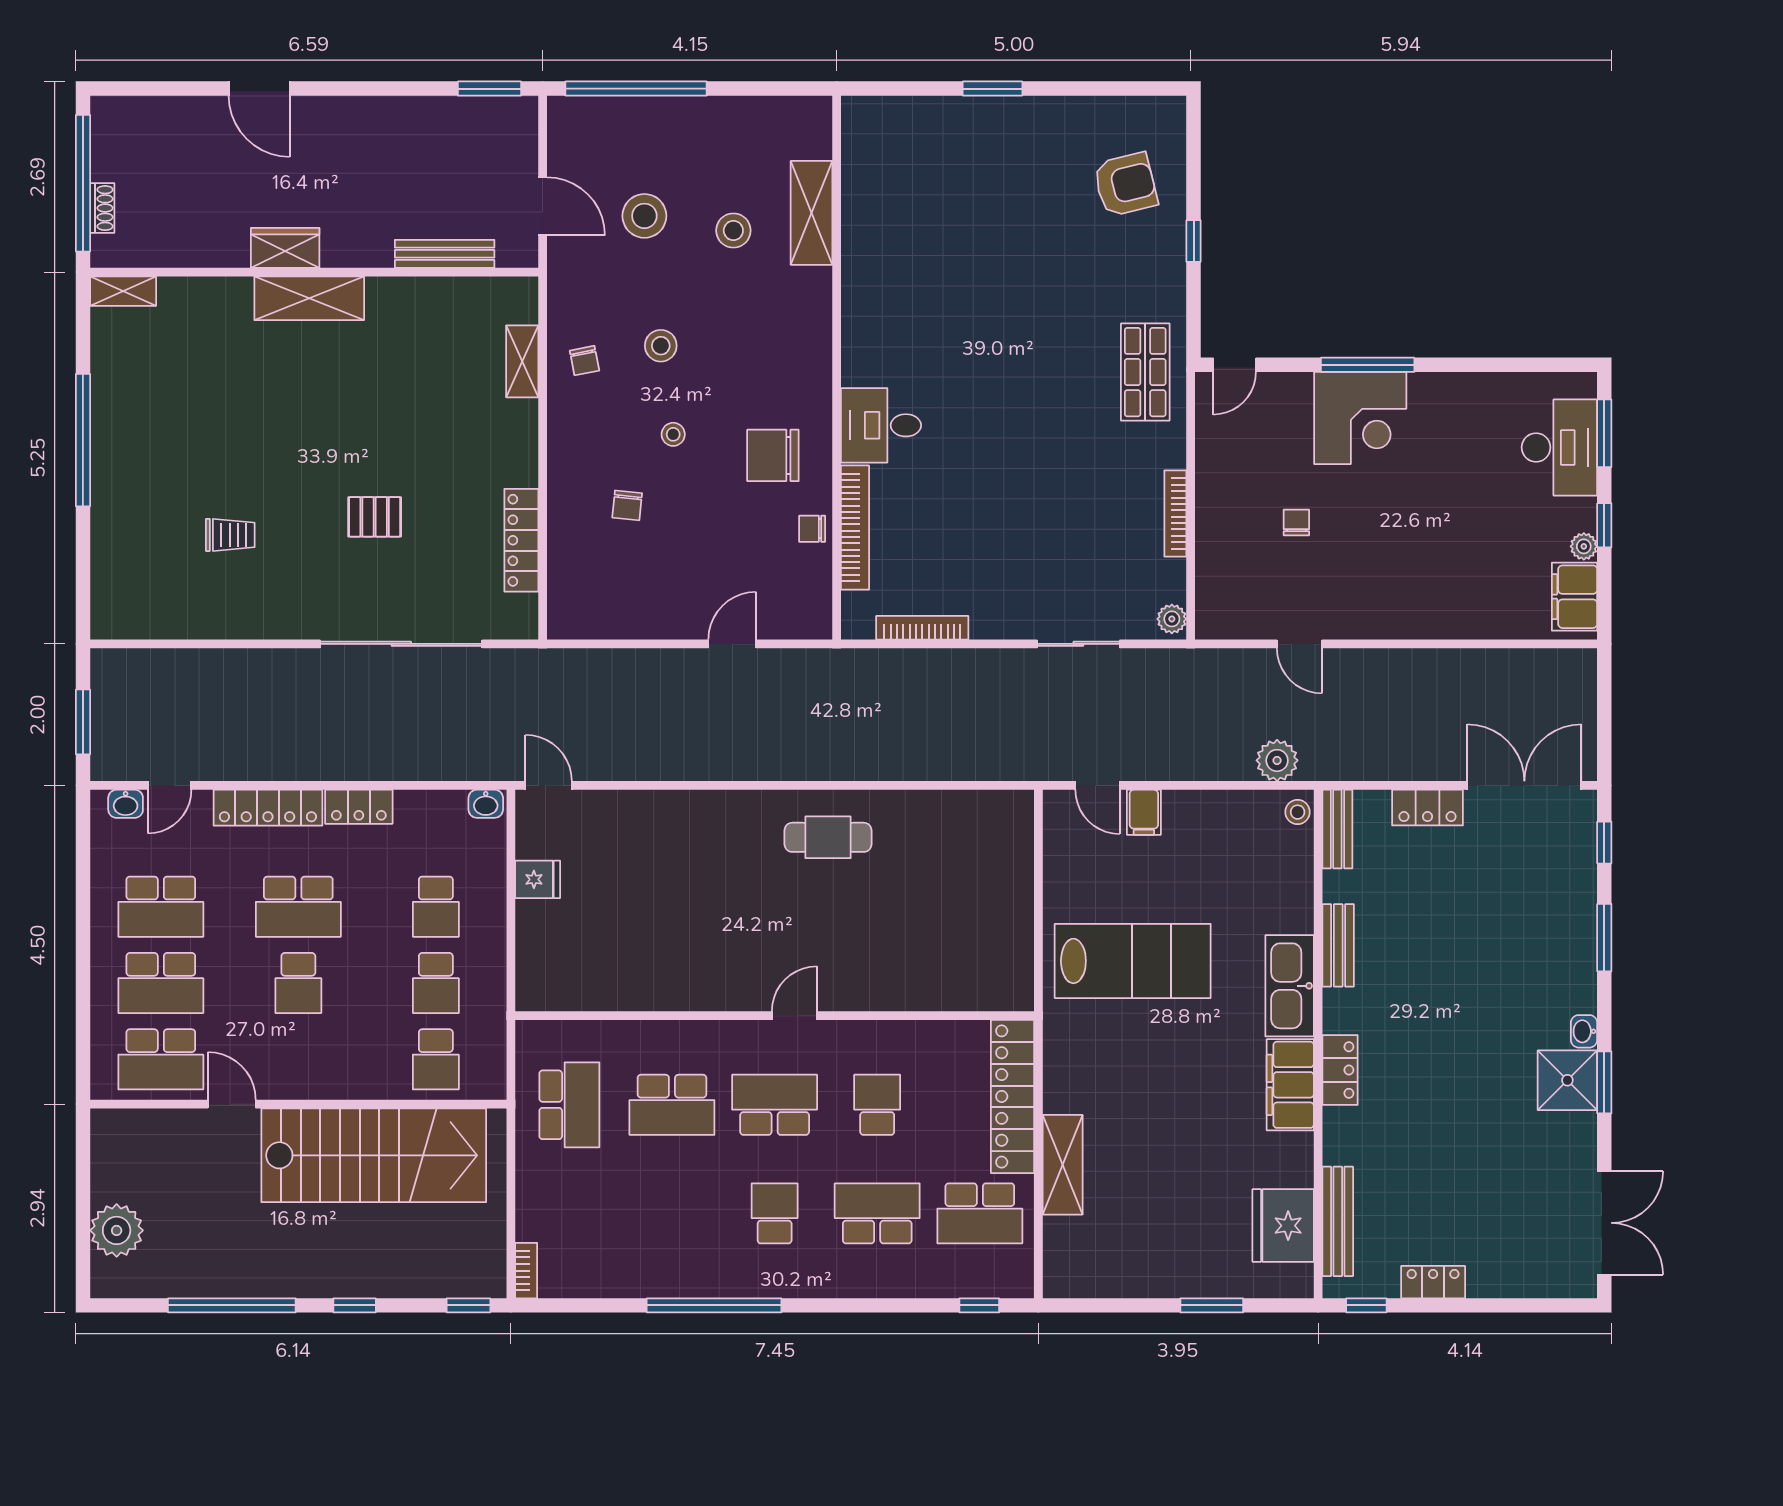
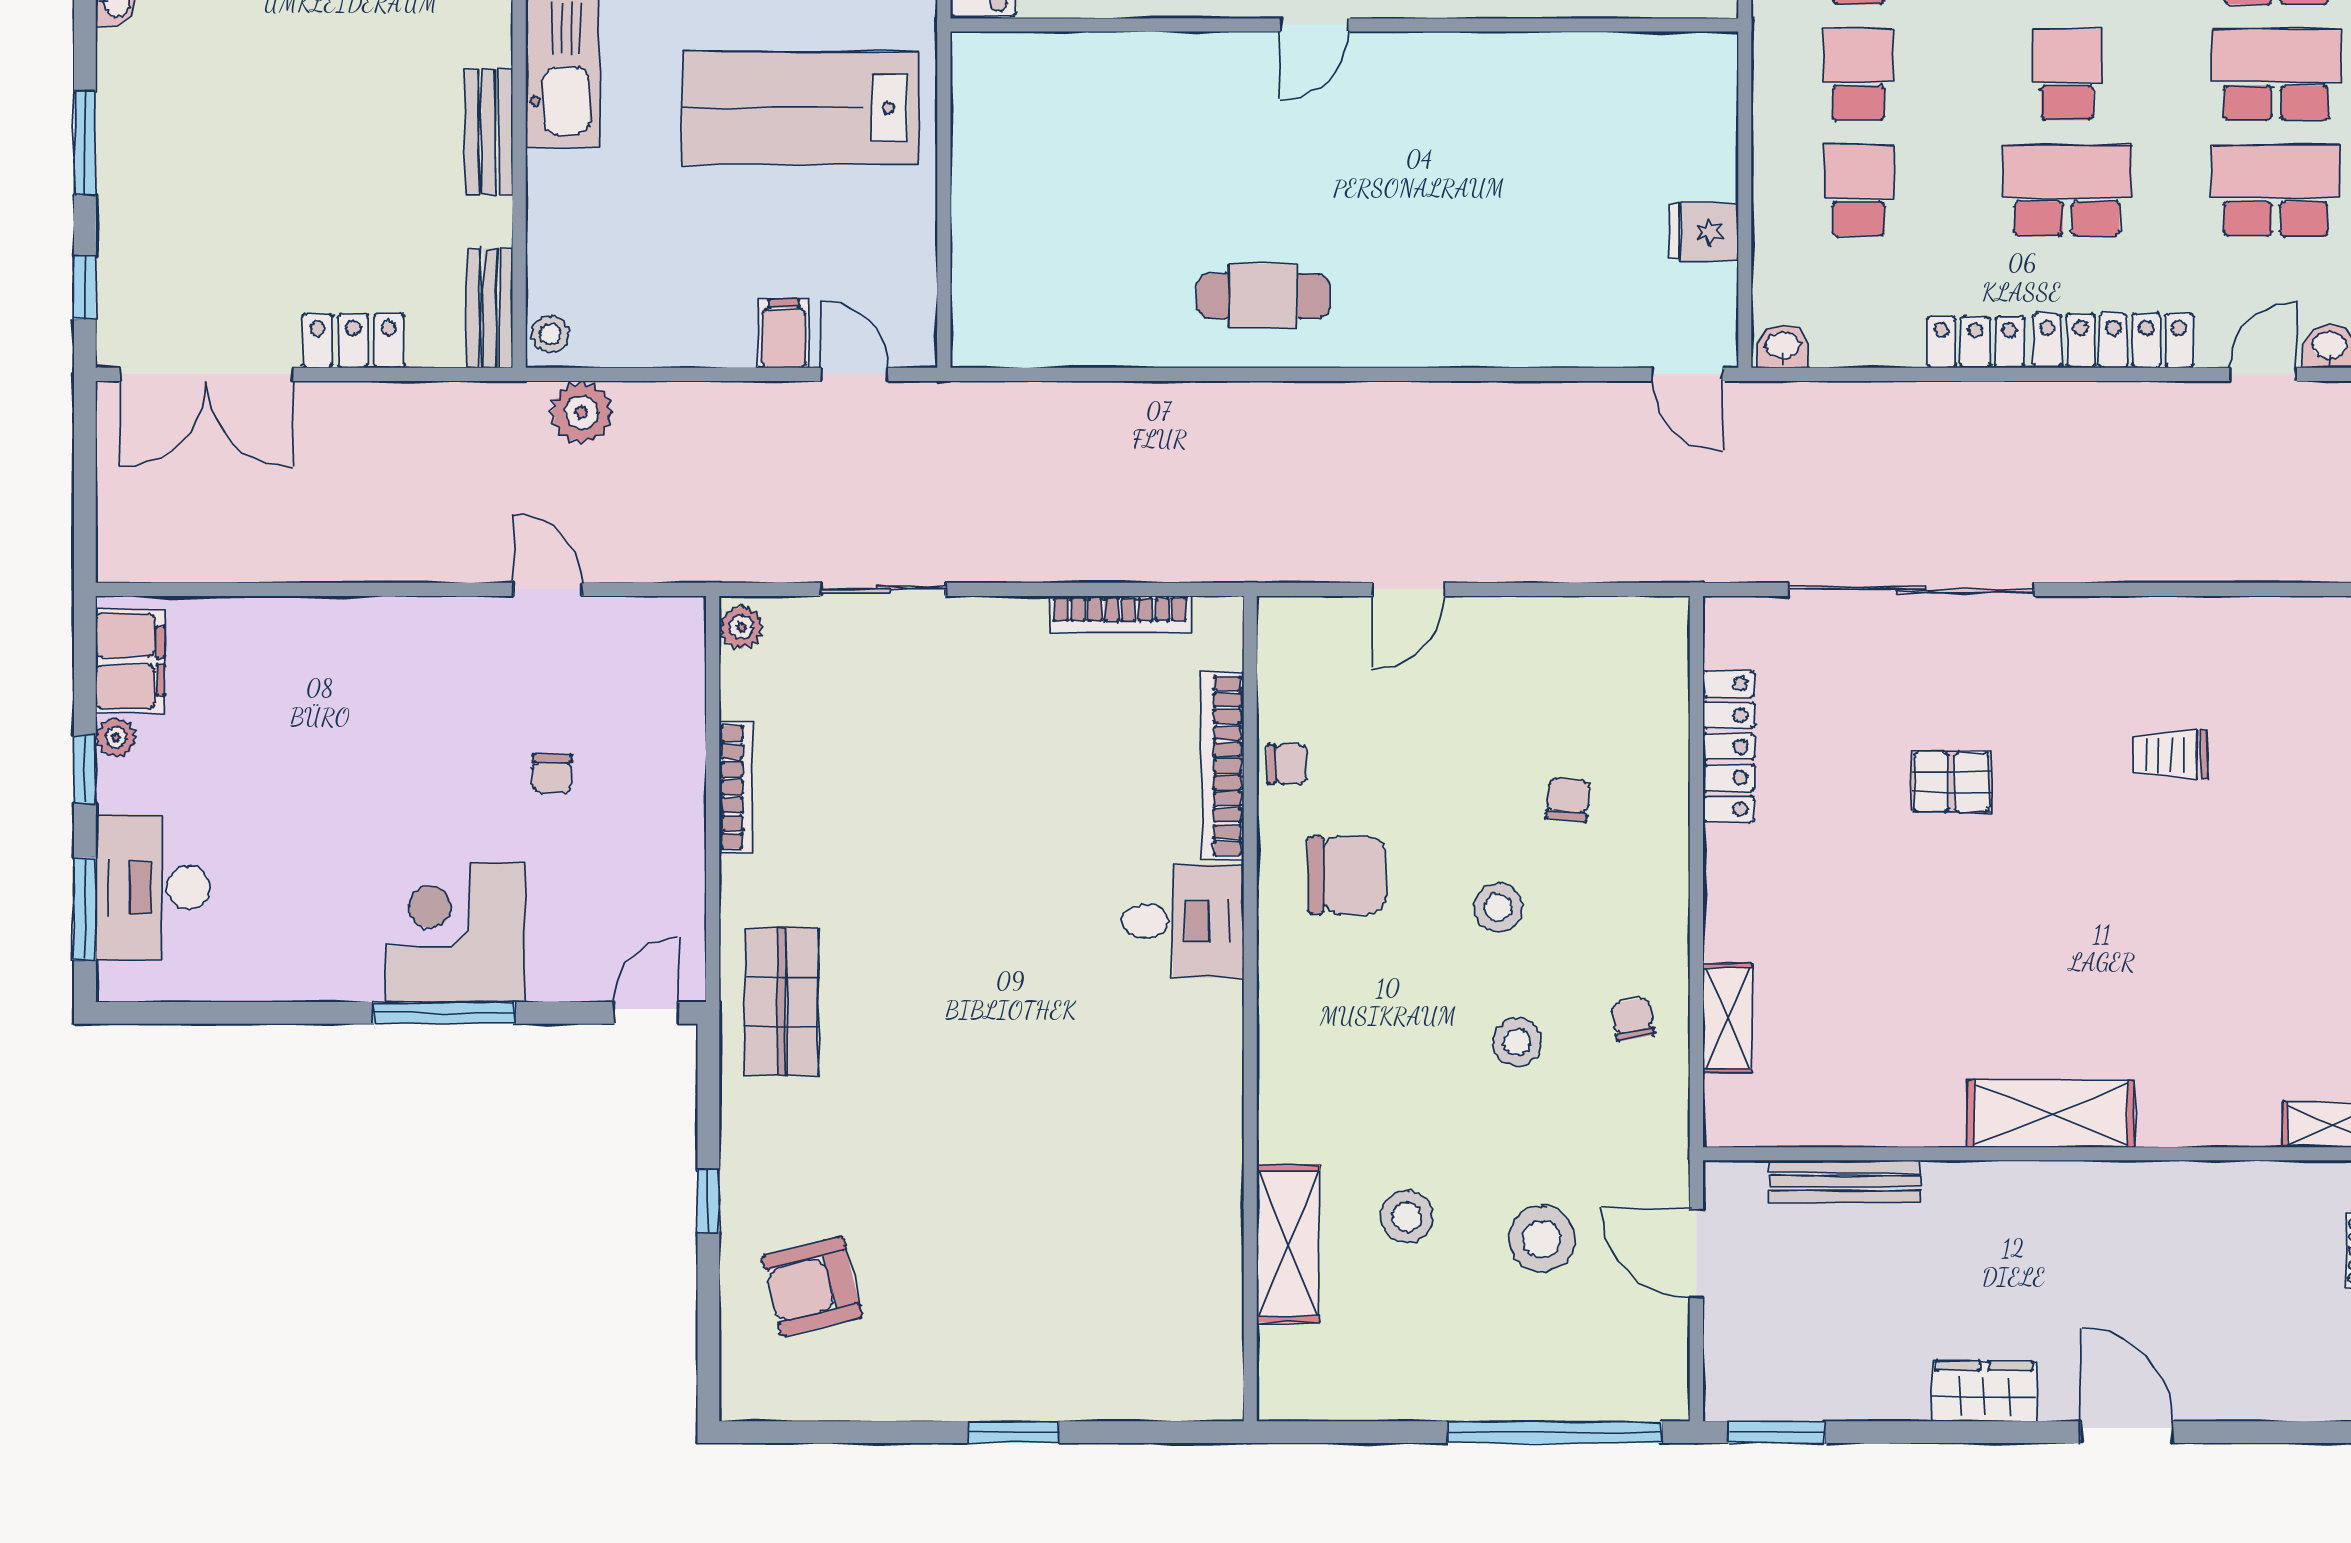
wardrobe: (285, 248) -> (1984, 1391), moved, turned 180
stool: (673, 434) -> (1498, 907), width x1.37, depth x1.37

